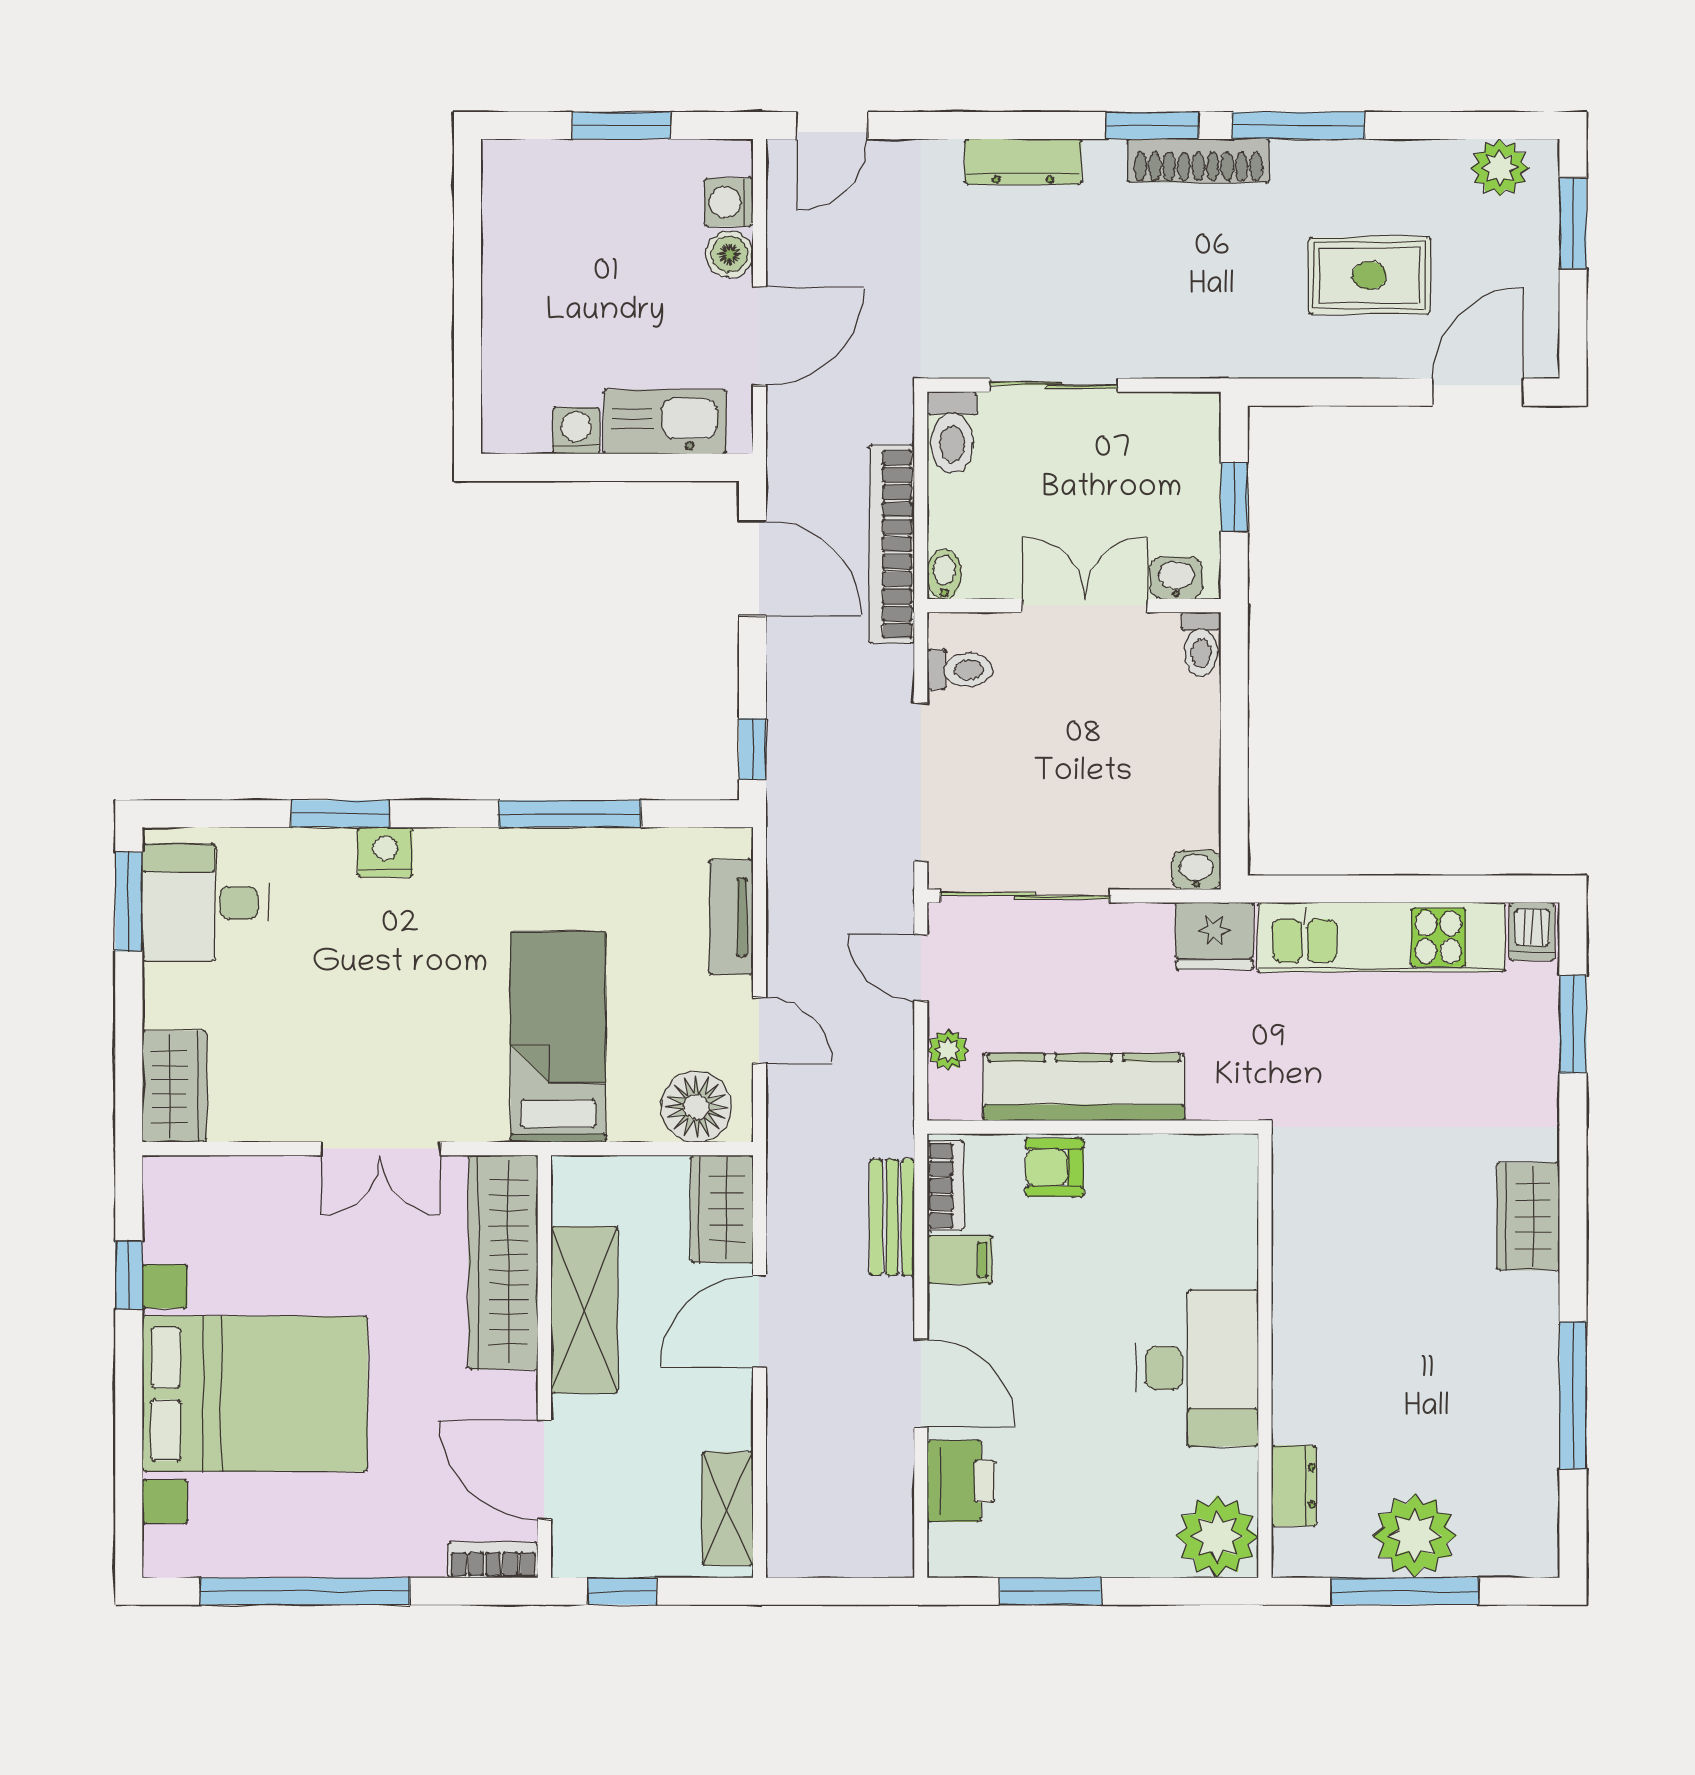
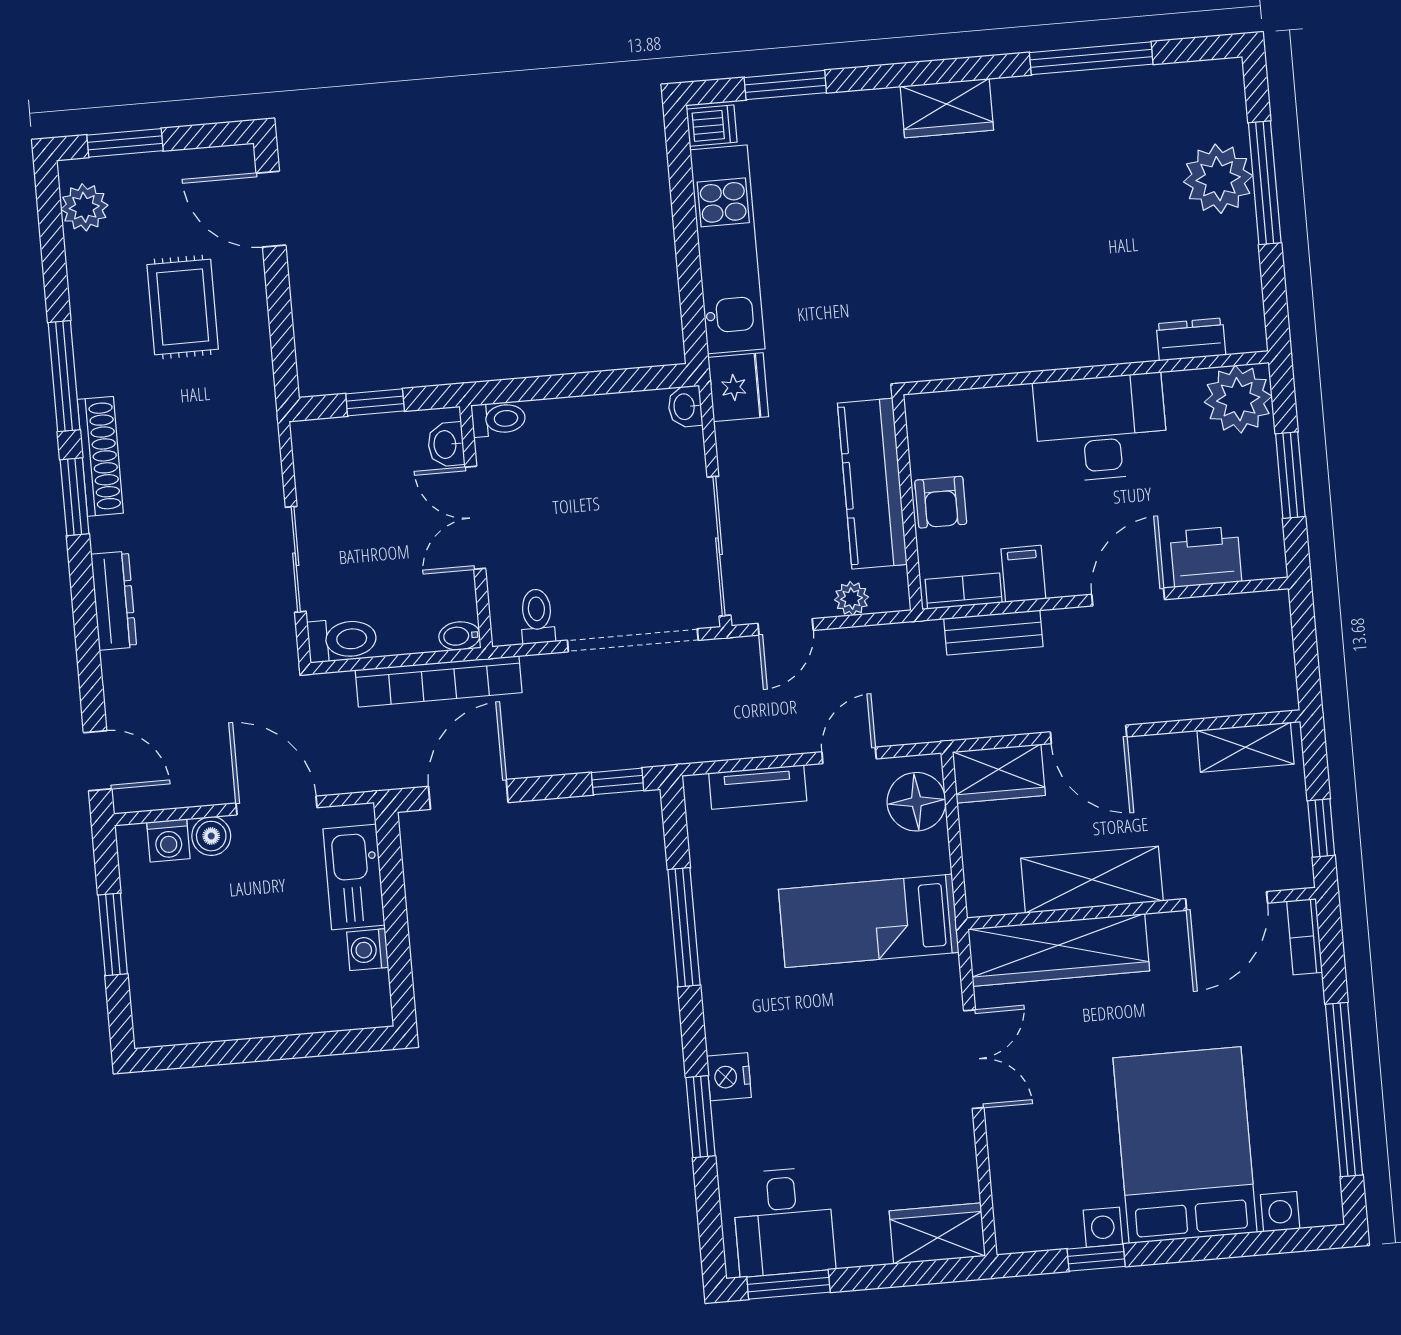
wall: (1265, 1356) -> (1086, 373), moved
desk: (1197, 1368) -> (1101, 428), moved
dresser: (1294, 1486) -> (1191, 339), moved
plant: (1217, 1536) -> (1238, 399), moved

